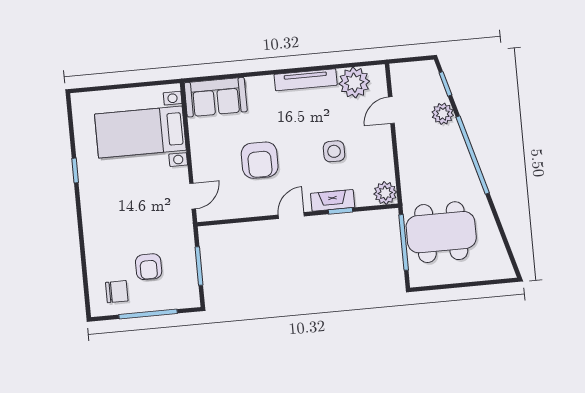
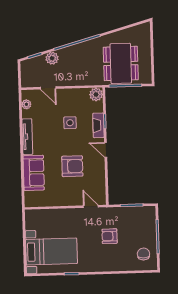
plant: (354, 83) -> (26, 104), width x0.53, depth x0.53
sofa: (216, 97) -> (34, 173), moved
bed with nightstands: (140, 132) -> (51, 252), moved, turned -90
armchair: (149, 267) -> (110, 236), moved, turned 180

